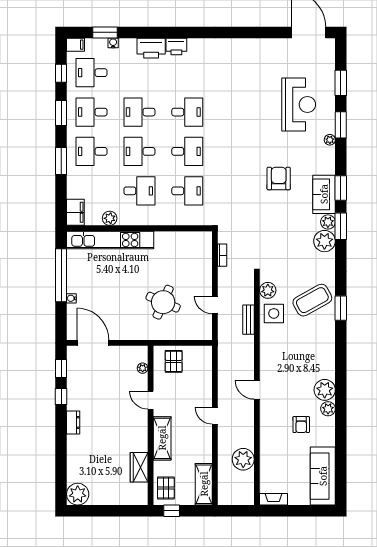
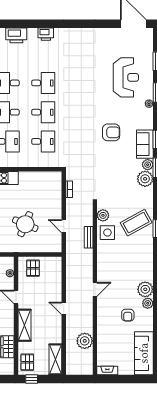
printer: (176, 46) -> (46, 34), moved
armchair: (279, 179) -> (111, 132), turned 90
door: (257, 390) -> (95, 289), swing flipped

